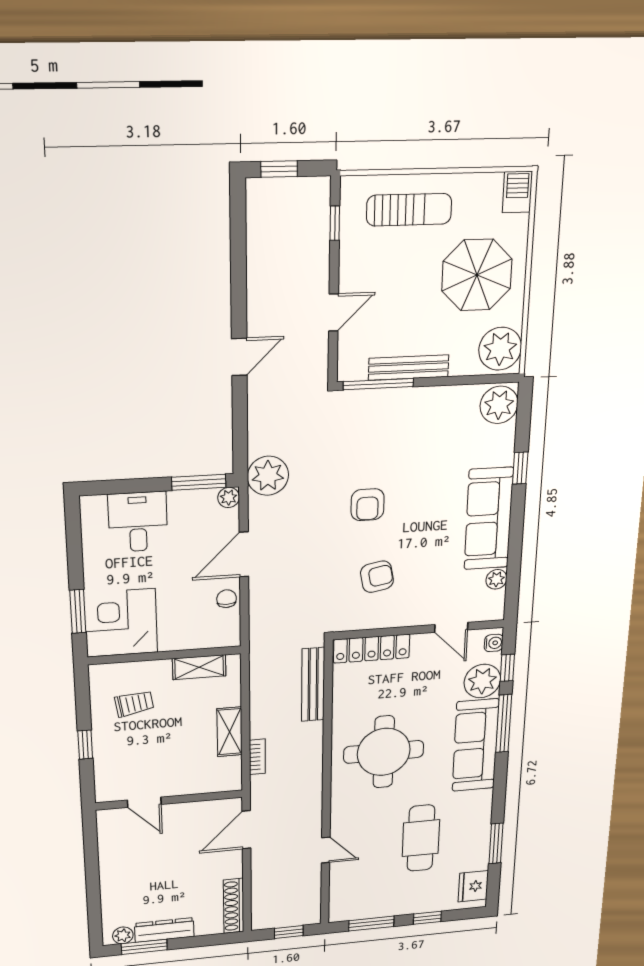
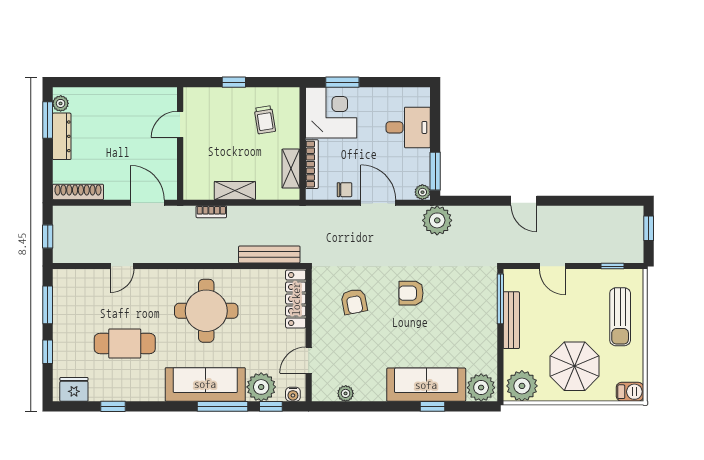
sofa: (489, 519) -> (426, 385), moved
bookcase: (193, 642) -> (312, 164), added
window: (496, 843) -> (113, 406), width x0.67

